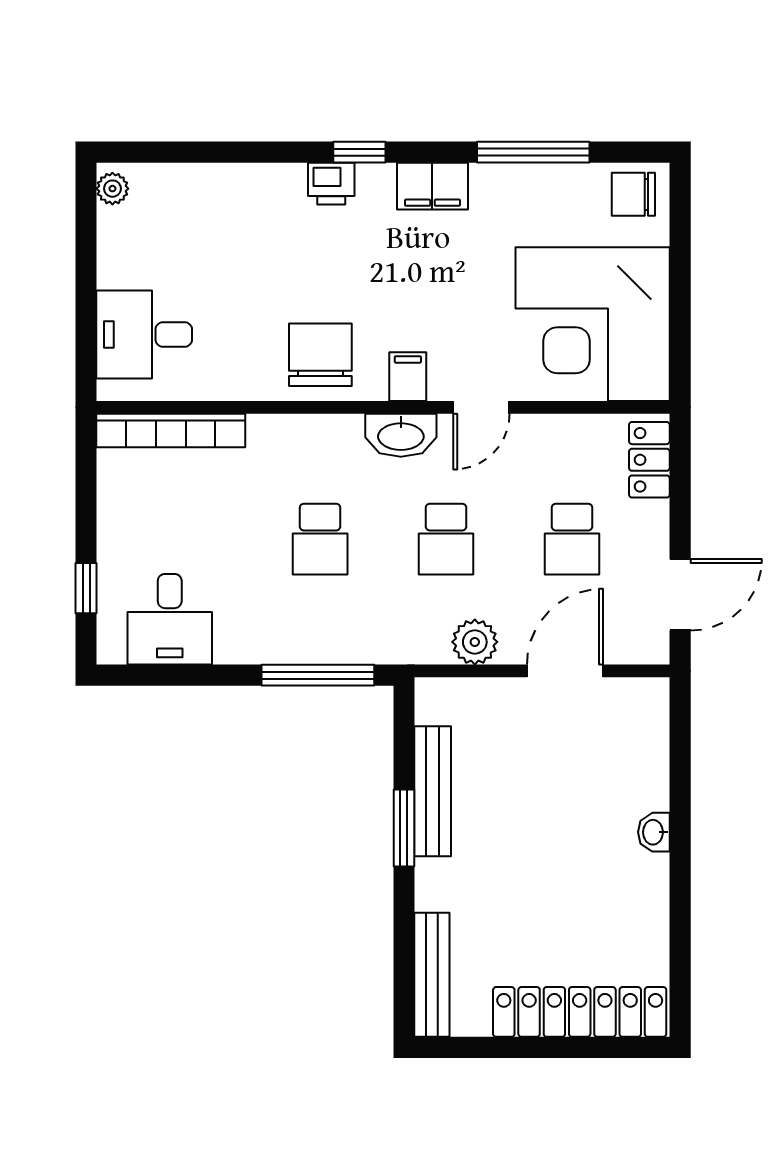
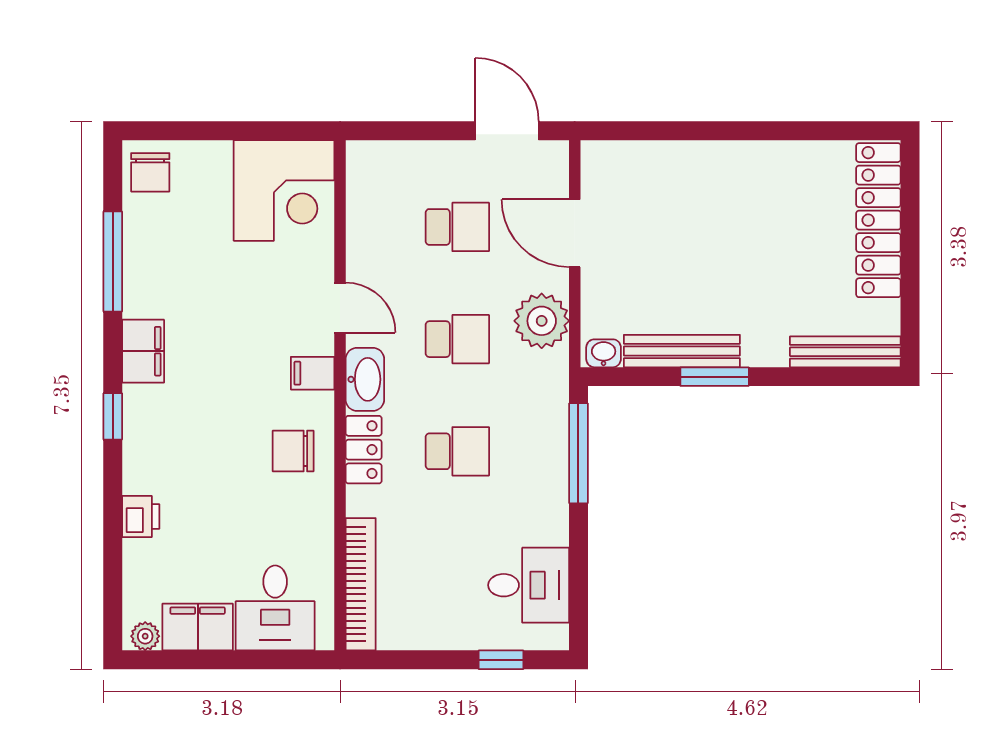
printer: (331, 184) -> (141, 516), moved
filing cabinet: (123, 247) -> (198, 627), added
corner desk: (593, 324) -> (284, 190), width x0.74, depth x0.74
chair: (320, 355) -> (293, 451), width x0.73, depth x0.73
locker: (649, 460) -> (364, 450), moved, turned -90
plant: (475, 642) -> (542, 321), width x1.36, depth x1.36
washbasin: (654, 832) -> (604, 353), moved, turned 180

